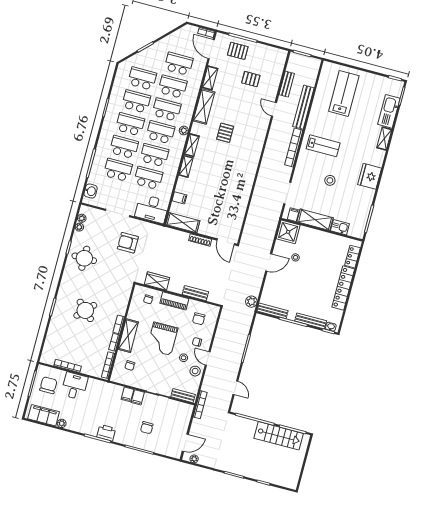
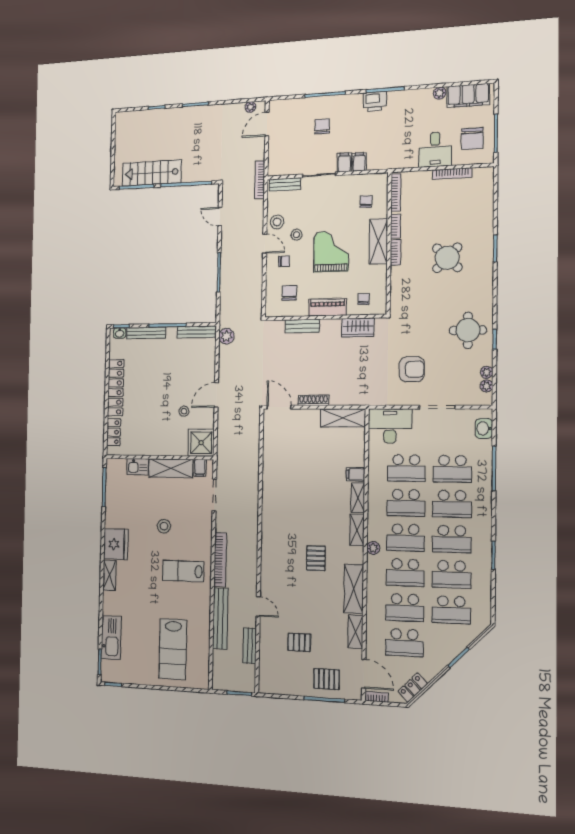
locker: (180, 34) -> (413, 688), added
shelving: (384, 139) -> (109, 575), moved
filing cabinet: (179, 198) -> (356, 474), moved

